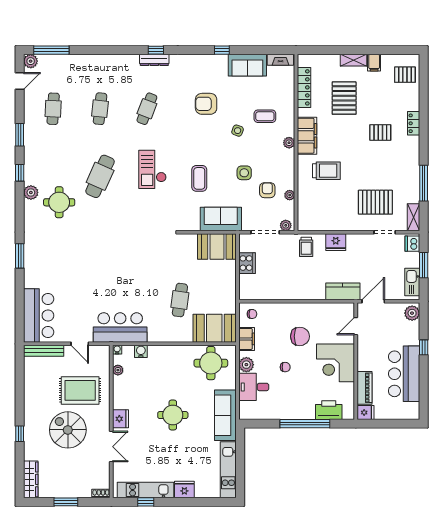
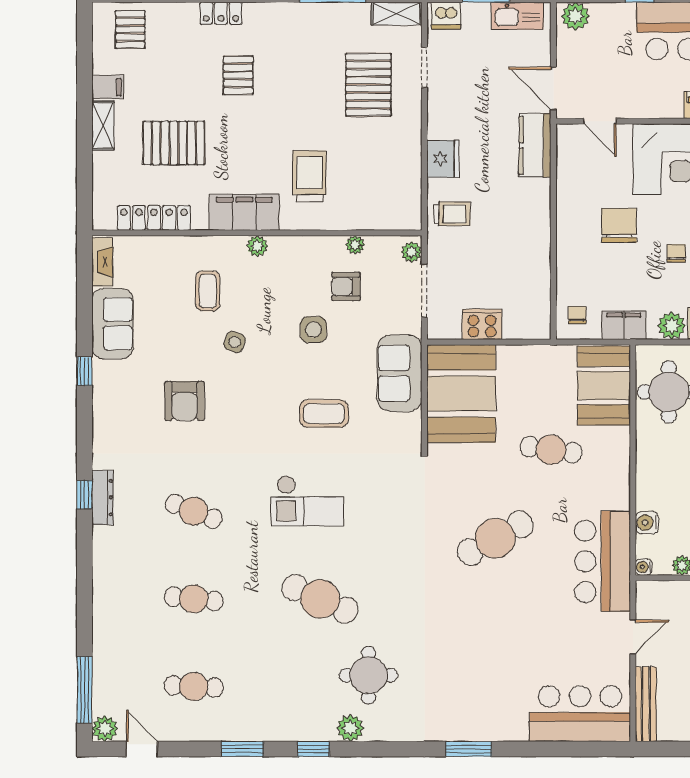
booth: (217, 246) -> (461, 394), width x1.36, depth x1.42
cafe table: (132, 270) -> (495, 538), added

